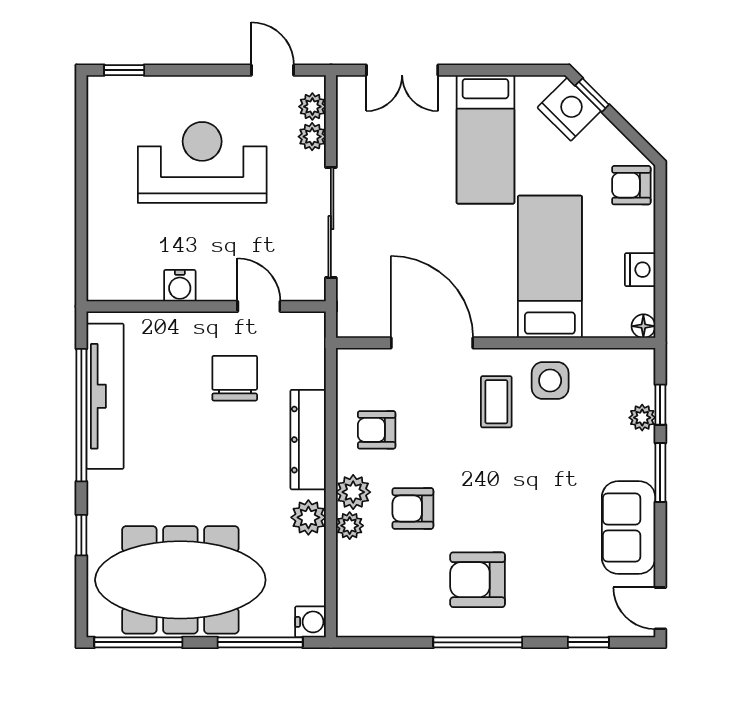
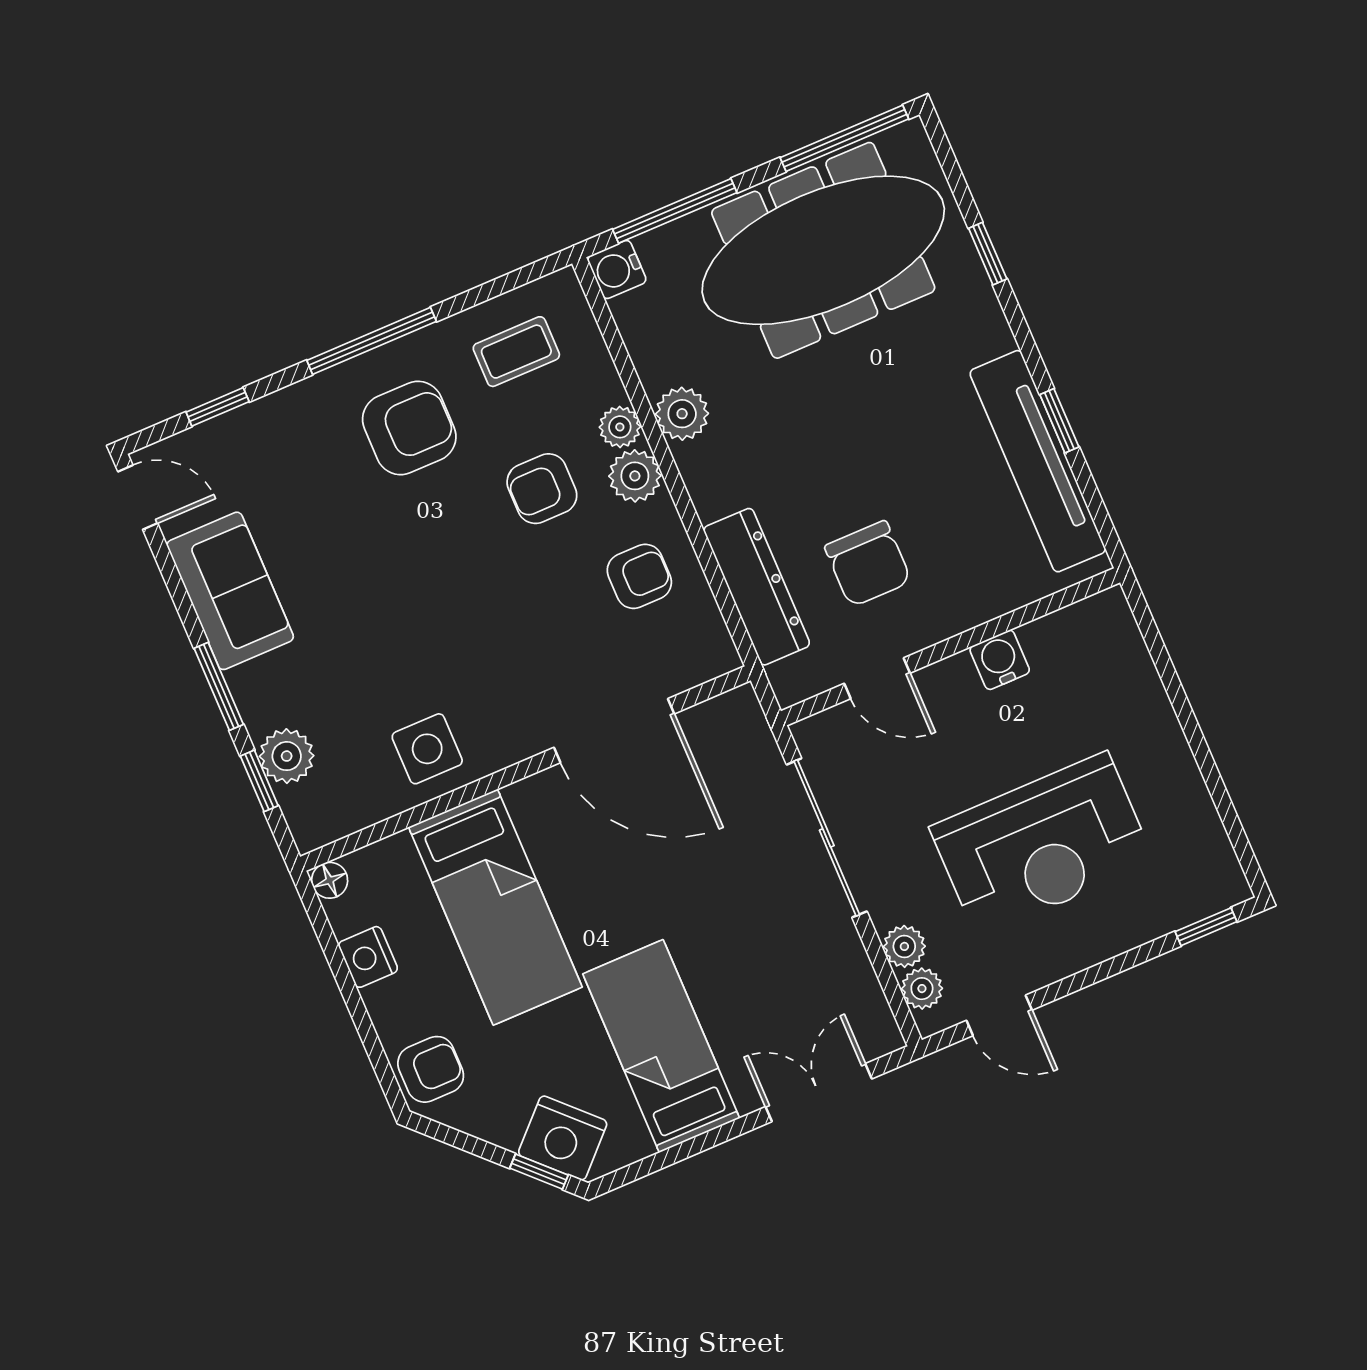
coffee table: (496, 402) -> (516, 352), moved, turned 90
window: (81, 415) -> (1059, 421), width x0.32
plant: (642, 418) -> (287, 756), width x1.38, depth x1.38
dresser: (308, 440) -> (757, 587), moved
armchair: (413, 508) -> (542, 489), turned 180

